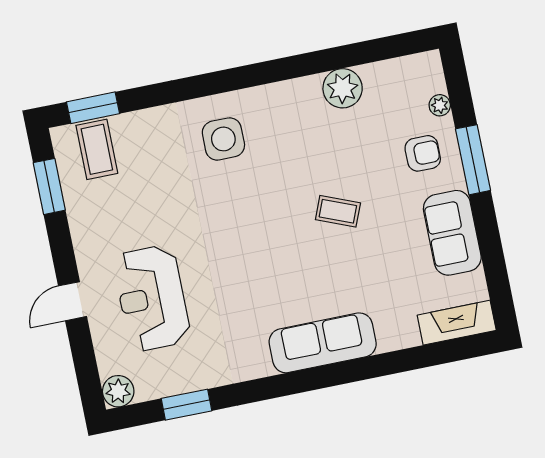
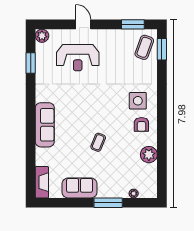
coffee table: (97, 149) -> (144, 47), turned -70
armchair: (423, 153) -> (141, 124), moved
reception desk: (152, 298) -> (78, 58), turned 180

